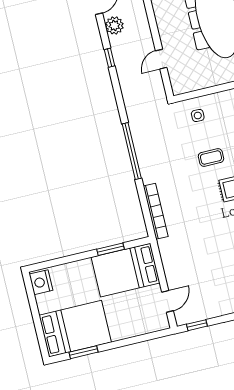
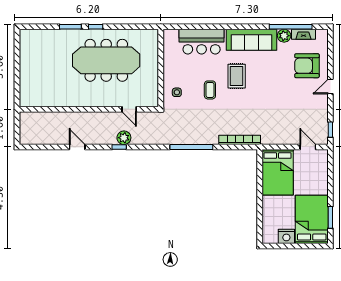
plant: (114, 25) -> (124, 138), moved
window: (111, 249) -> (260, 180), removed
nightstand: (41, 282) -> (286, 236), moved

